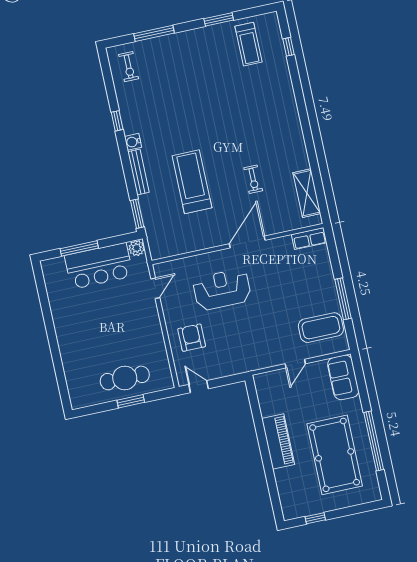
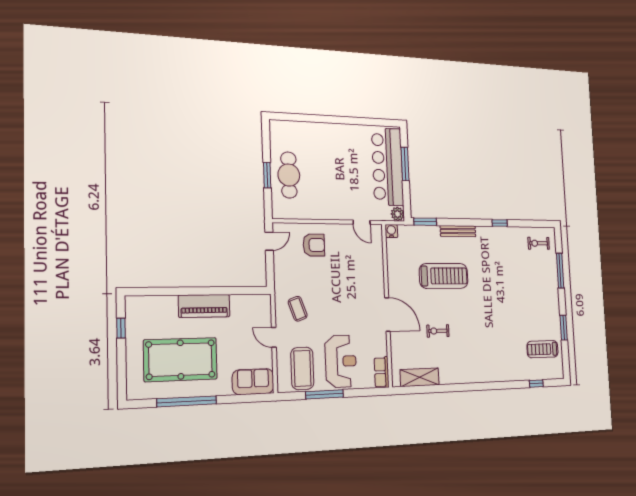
water cooler: (133, 142) -> (391, 231), moved
bar counter: (99, 266) -> (388, 167), width x1.36
reception desk: (222, 290) -> (341, 361), moved
coffee table: (261, 344) -> (298, 309), added

